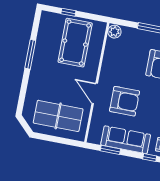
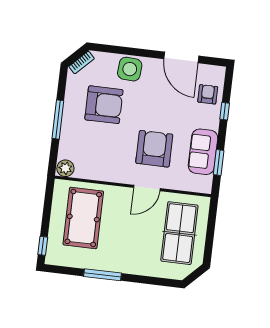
window: (68, 12) -> (43, 246), moved
pool table: (75, 43) -> (83, 218), turned 90
sofa: (126, 140) -> (203, 152), width x0.73

